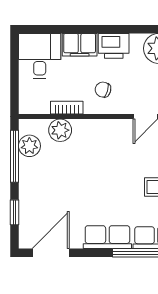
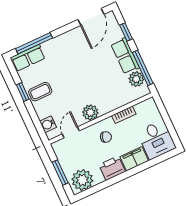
plant: (60, 130) -> (90, 112), moved
row of seats: (107, 237) -> (125, 56), moved, turned 90

